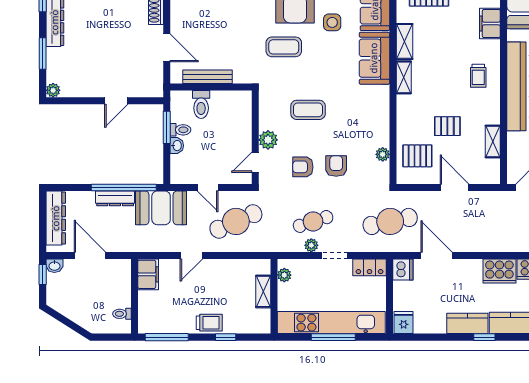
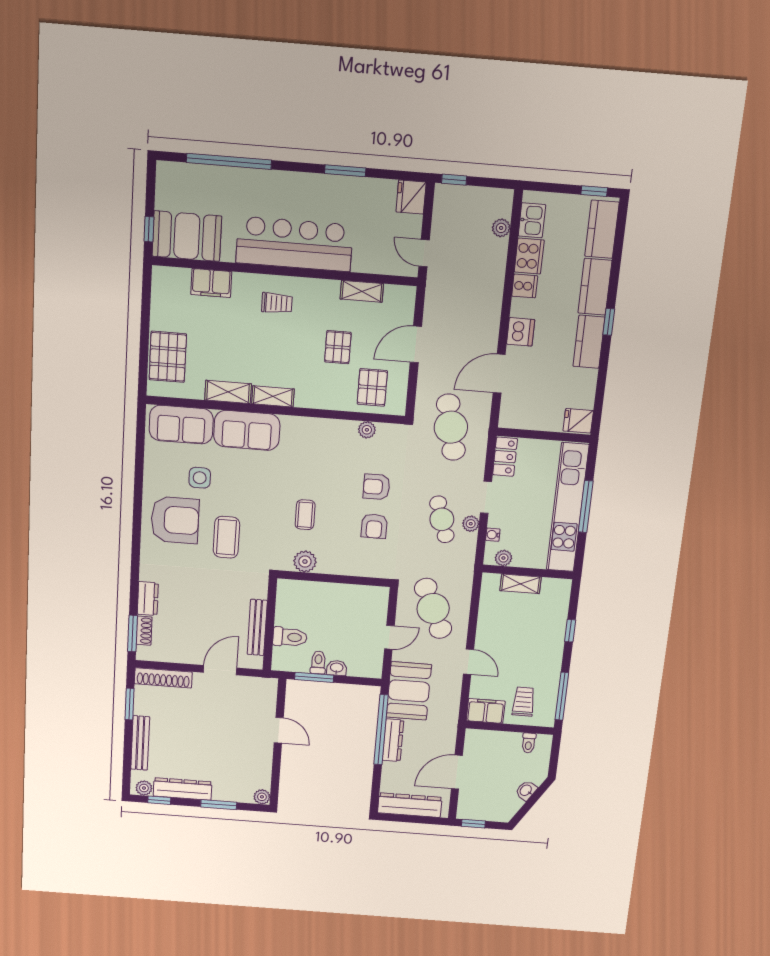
coffee table: (308, 110) -> (305, 515), width x0.73, depth x0.77
plant: (268, 140) -> (305, 562), moved
door: (255, 162) -> (364, 581), removed
water cooler: (303, 264) -> (493, 535), added
washbasin: (54, 266) -> (526, 790), moved, turned -148
dishwasher: (403, 270) -> (521, 332), moved, turned 90
cooker: (499, 271) -> (525, 286), width x0.53, depth x0.76
trolley: (209, 323) -> (523, 702), moved

